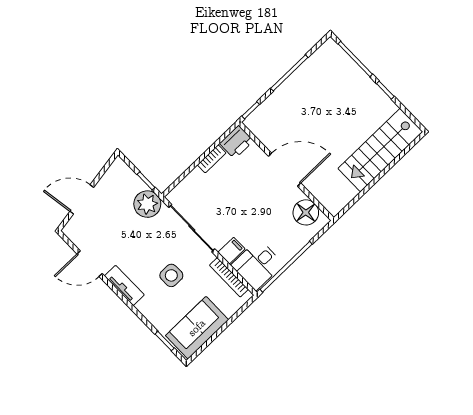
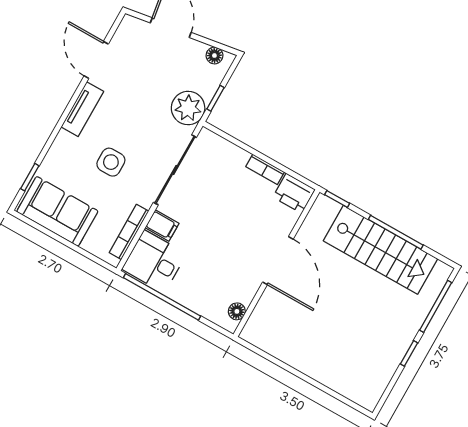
stairs: (380, 150) -> (380, 250), moved, turned 180
floor lamp: (113, 172) -> (214, 55), added
floor lamp: (306, 212) -> (237, 311), width x0.53, depth x0.53

